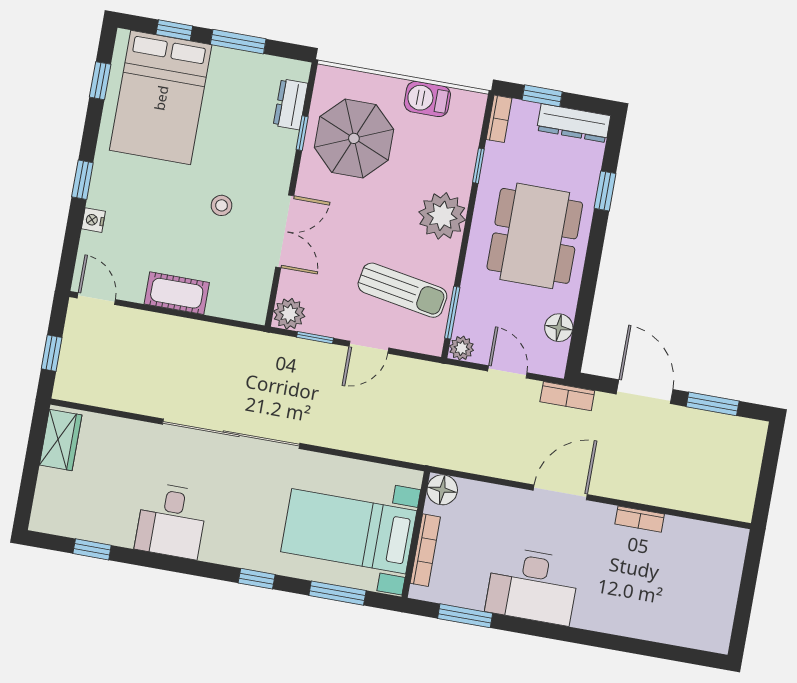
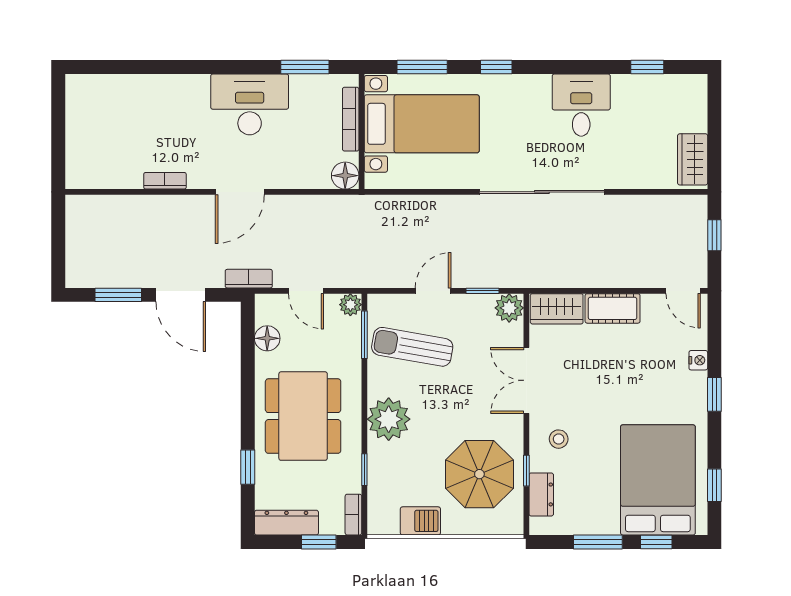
stool: (222, 205) -> (559, 439), moved
wardrobe: (238, 304) -> (557, 309), added

